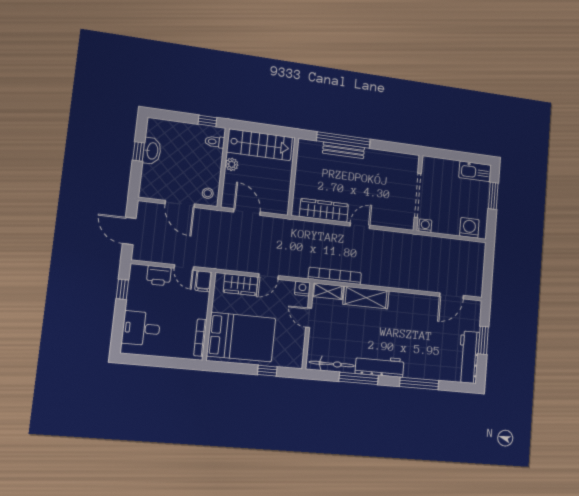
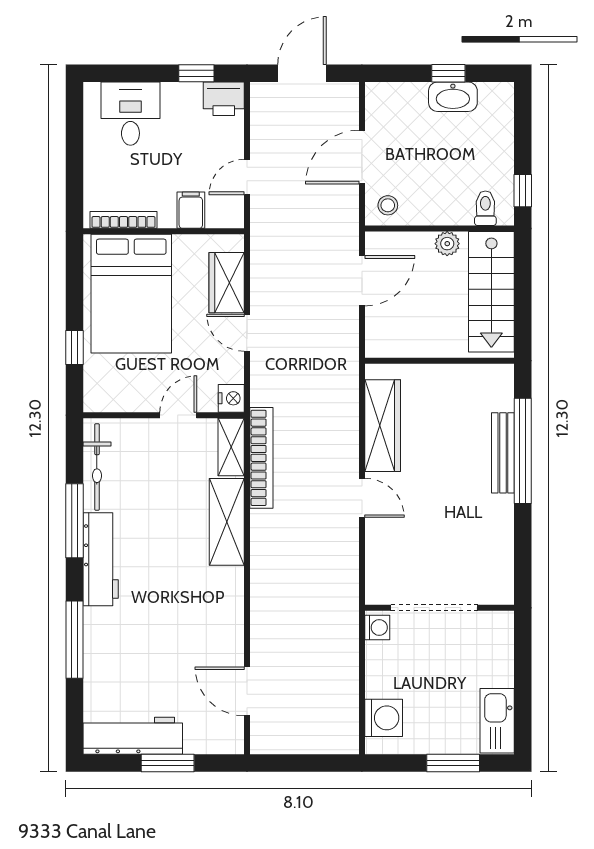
printer: (159, 276) -> (224, 99), moved, turned -90
filing cabinet: (203, 281) -> (191, 210), moved, turned 90

